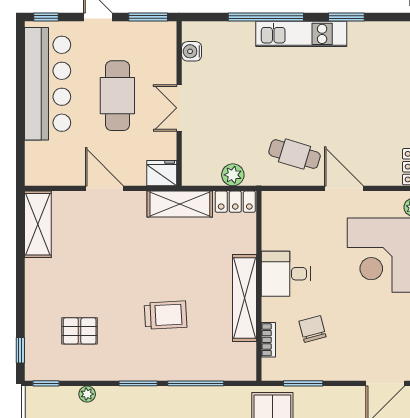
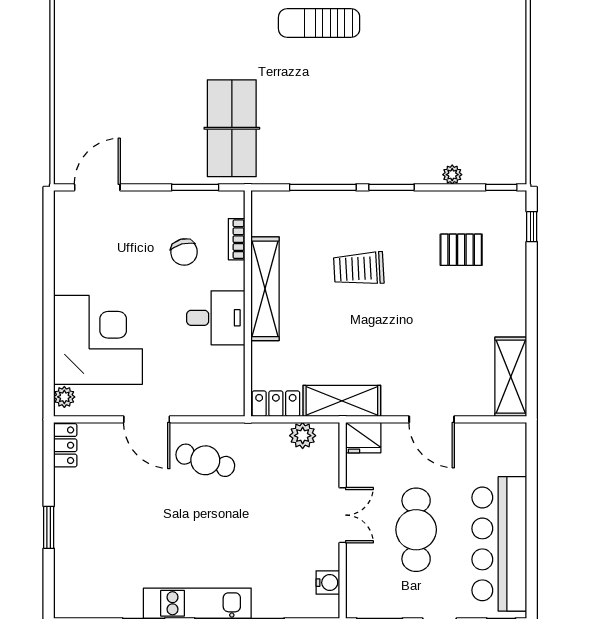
plant: (233, 175) -> (303, 436), moved

